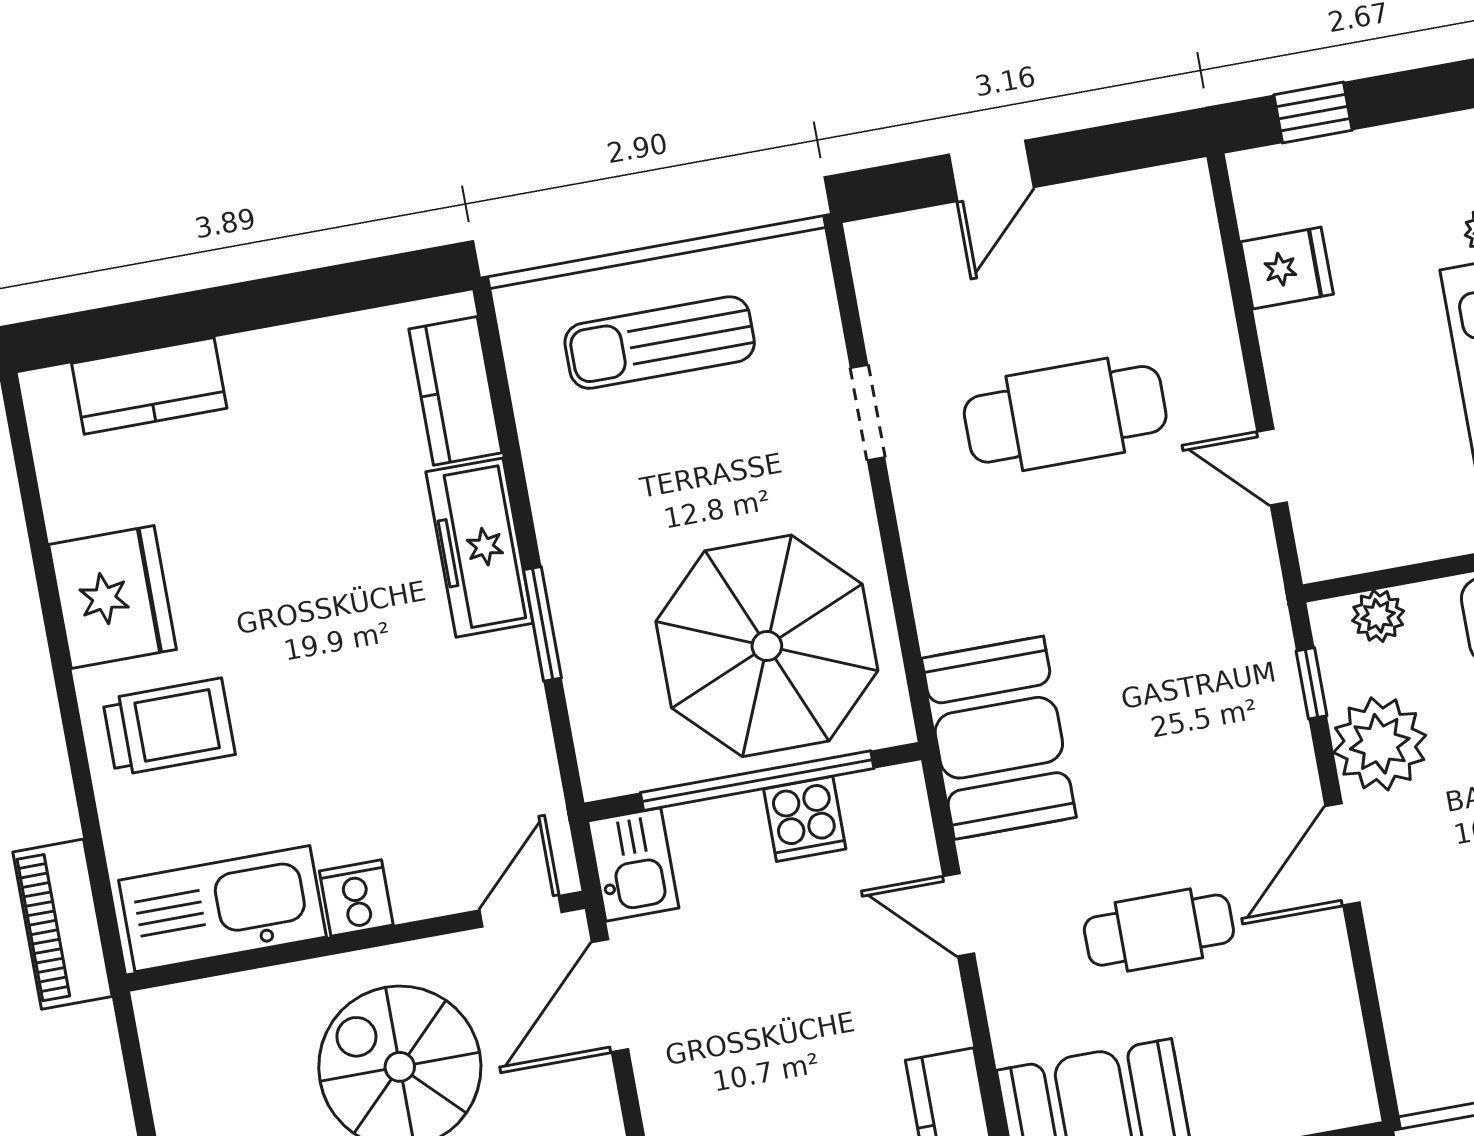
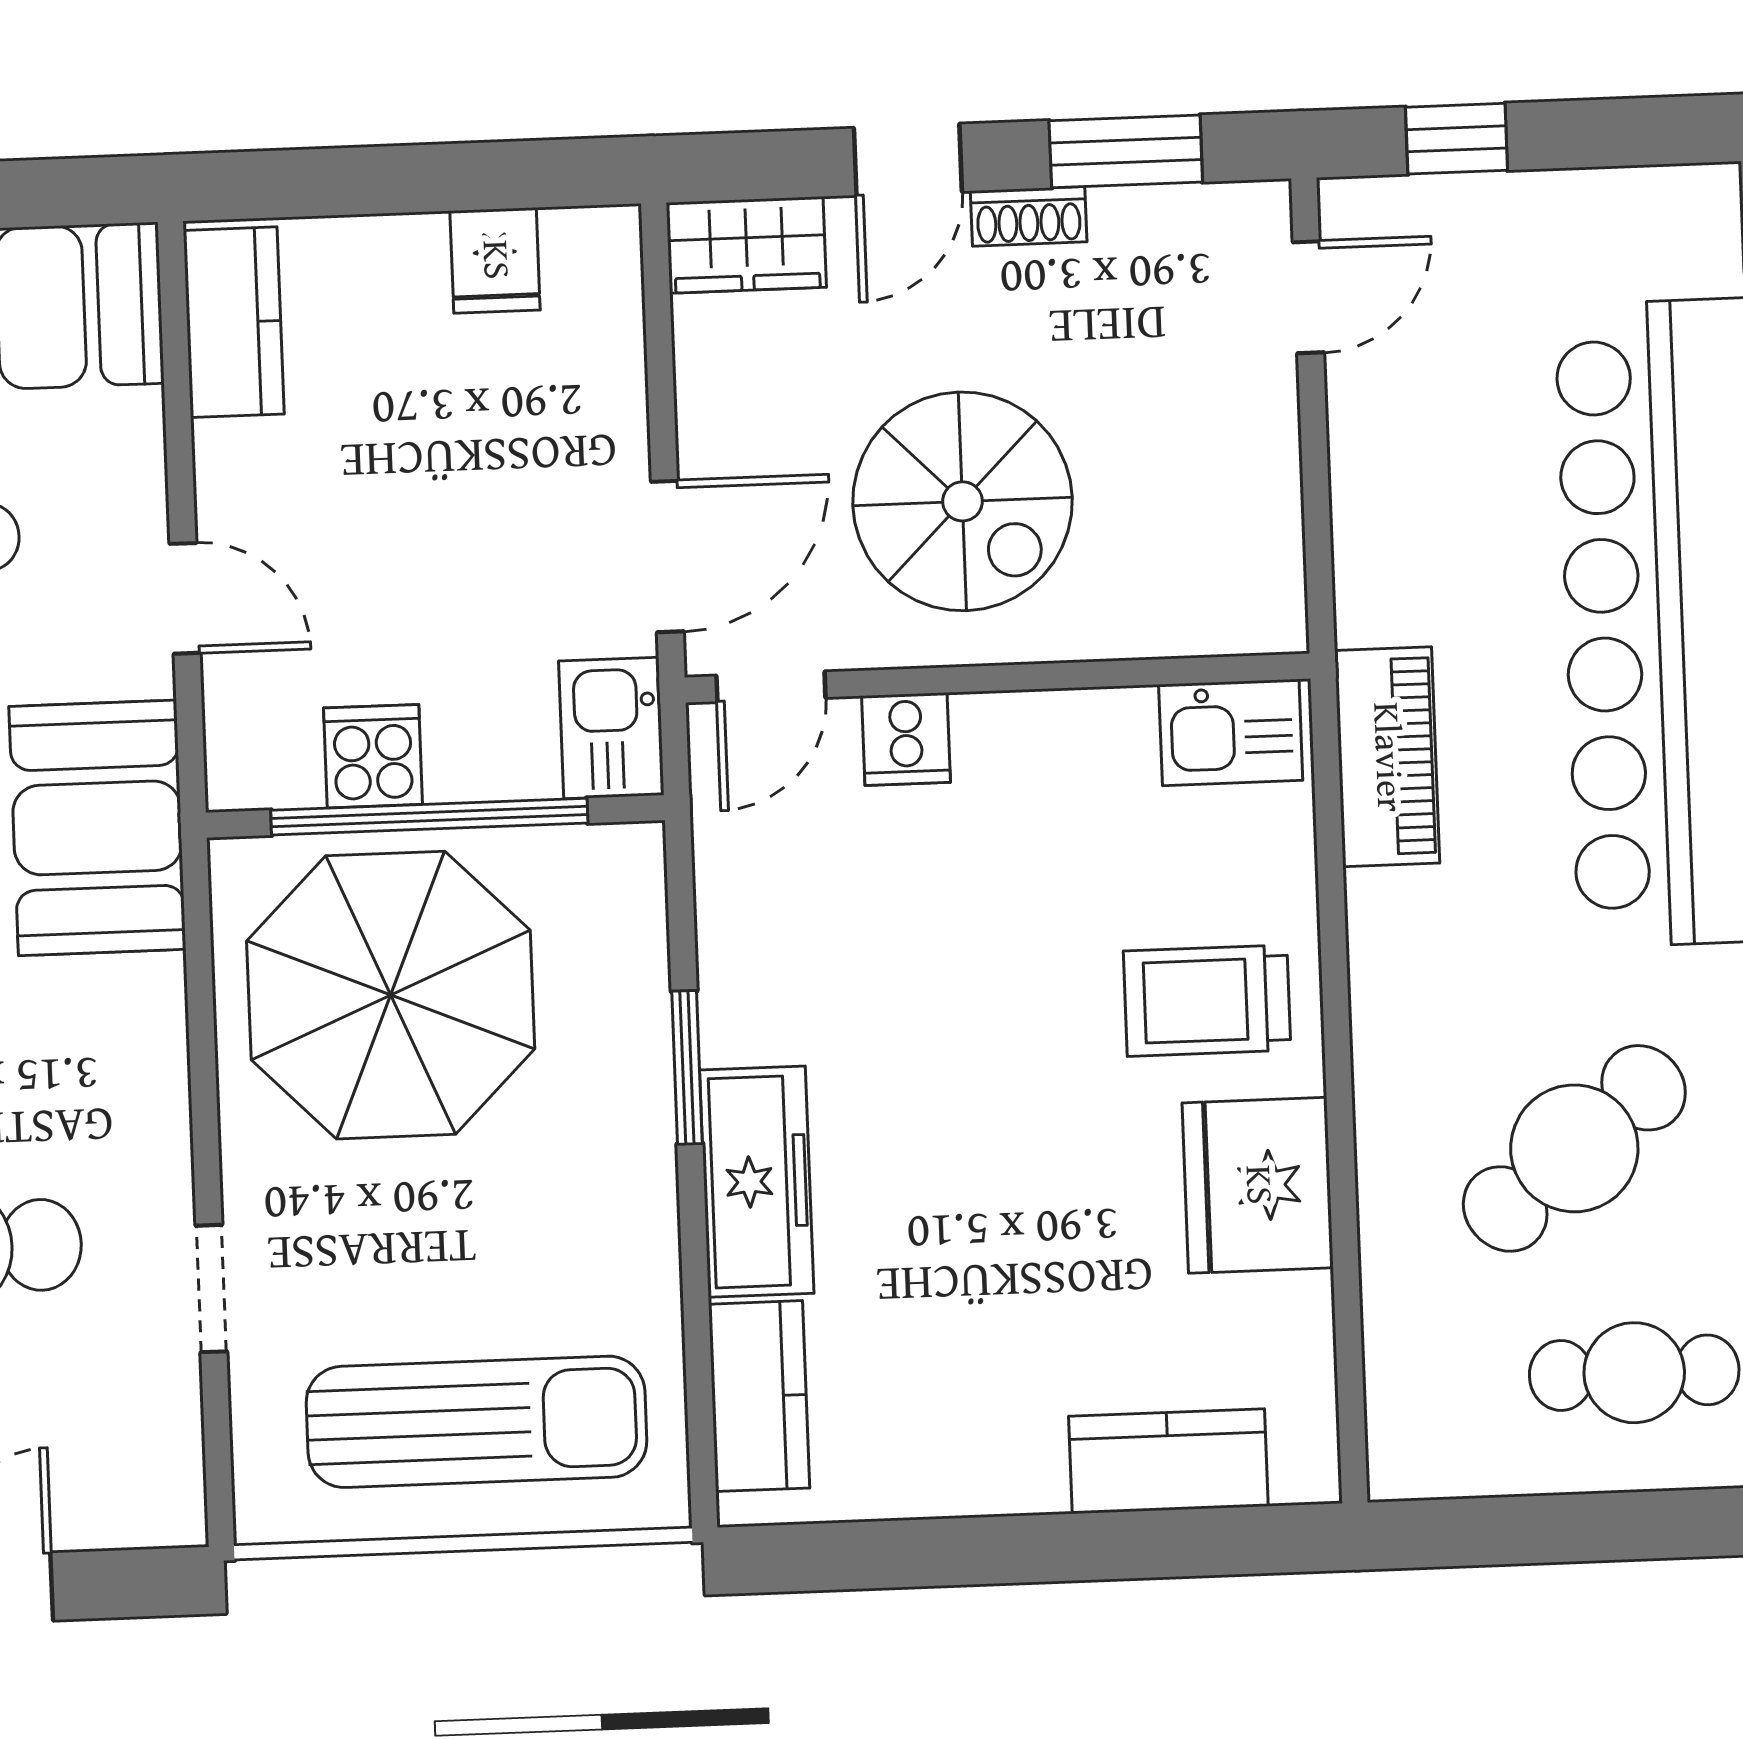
sun lounger: (660, 343) -> (476, 1422), width x1.36, depth x1.34
cooker: (356, 898) -> (906, 739), moved
kitchen sink: (222, 909) -> (1231, 732), width x0.53, depth x0.81

